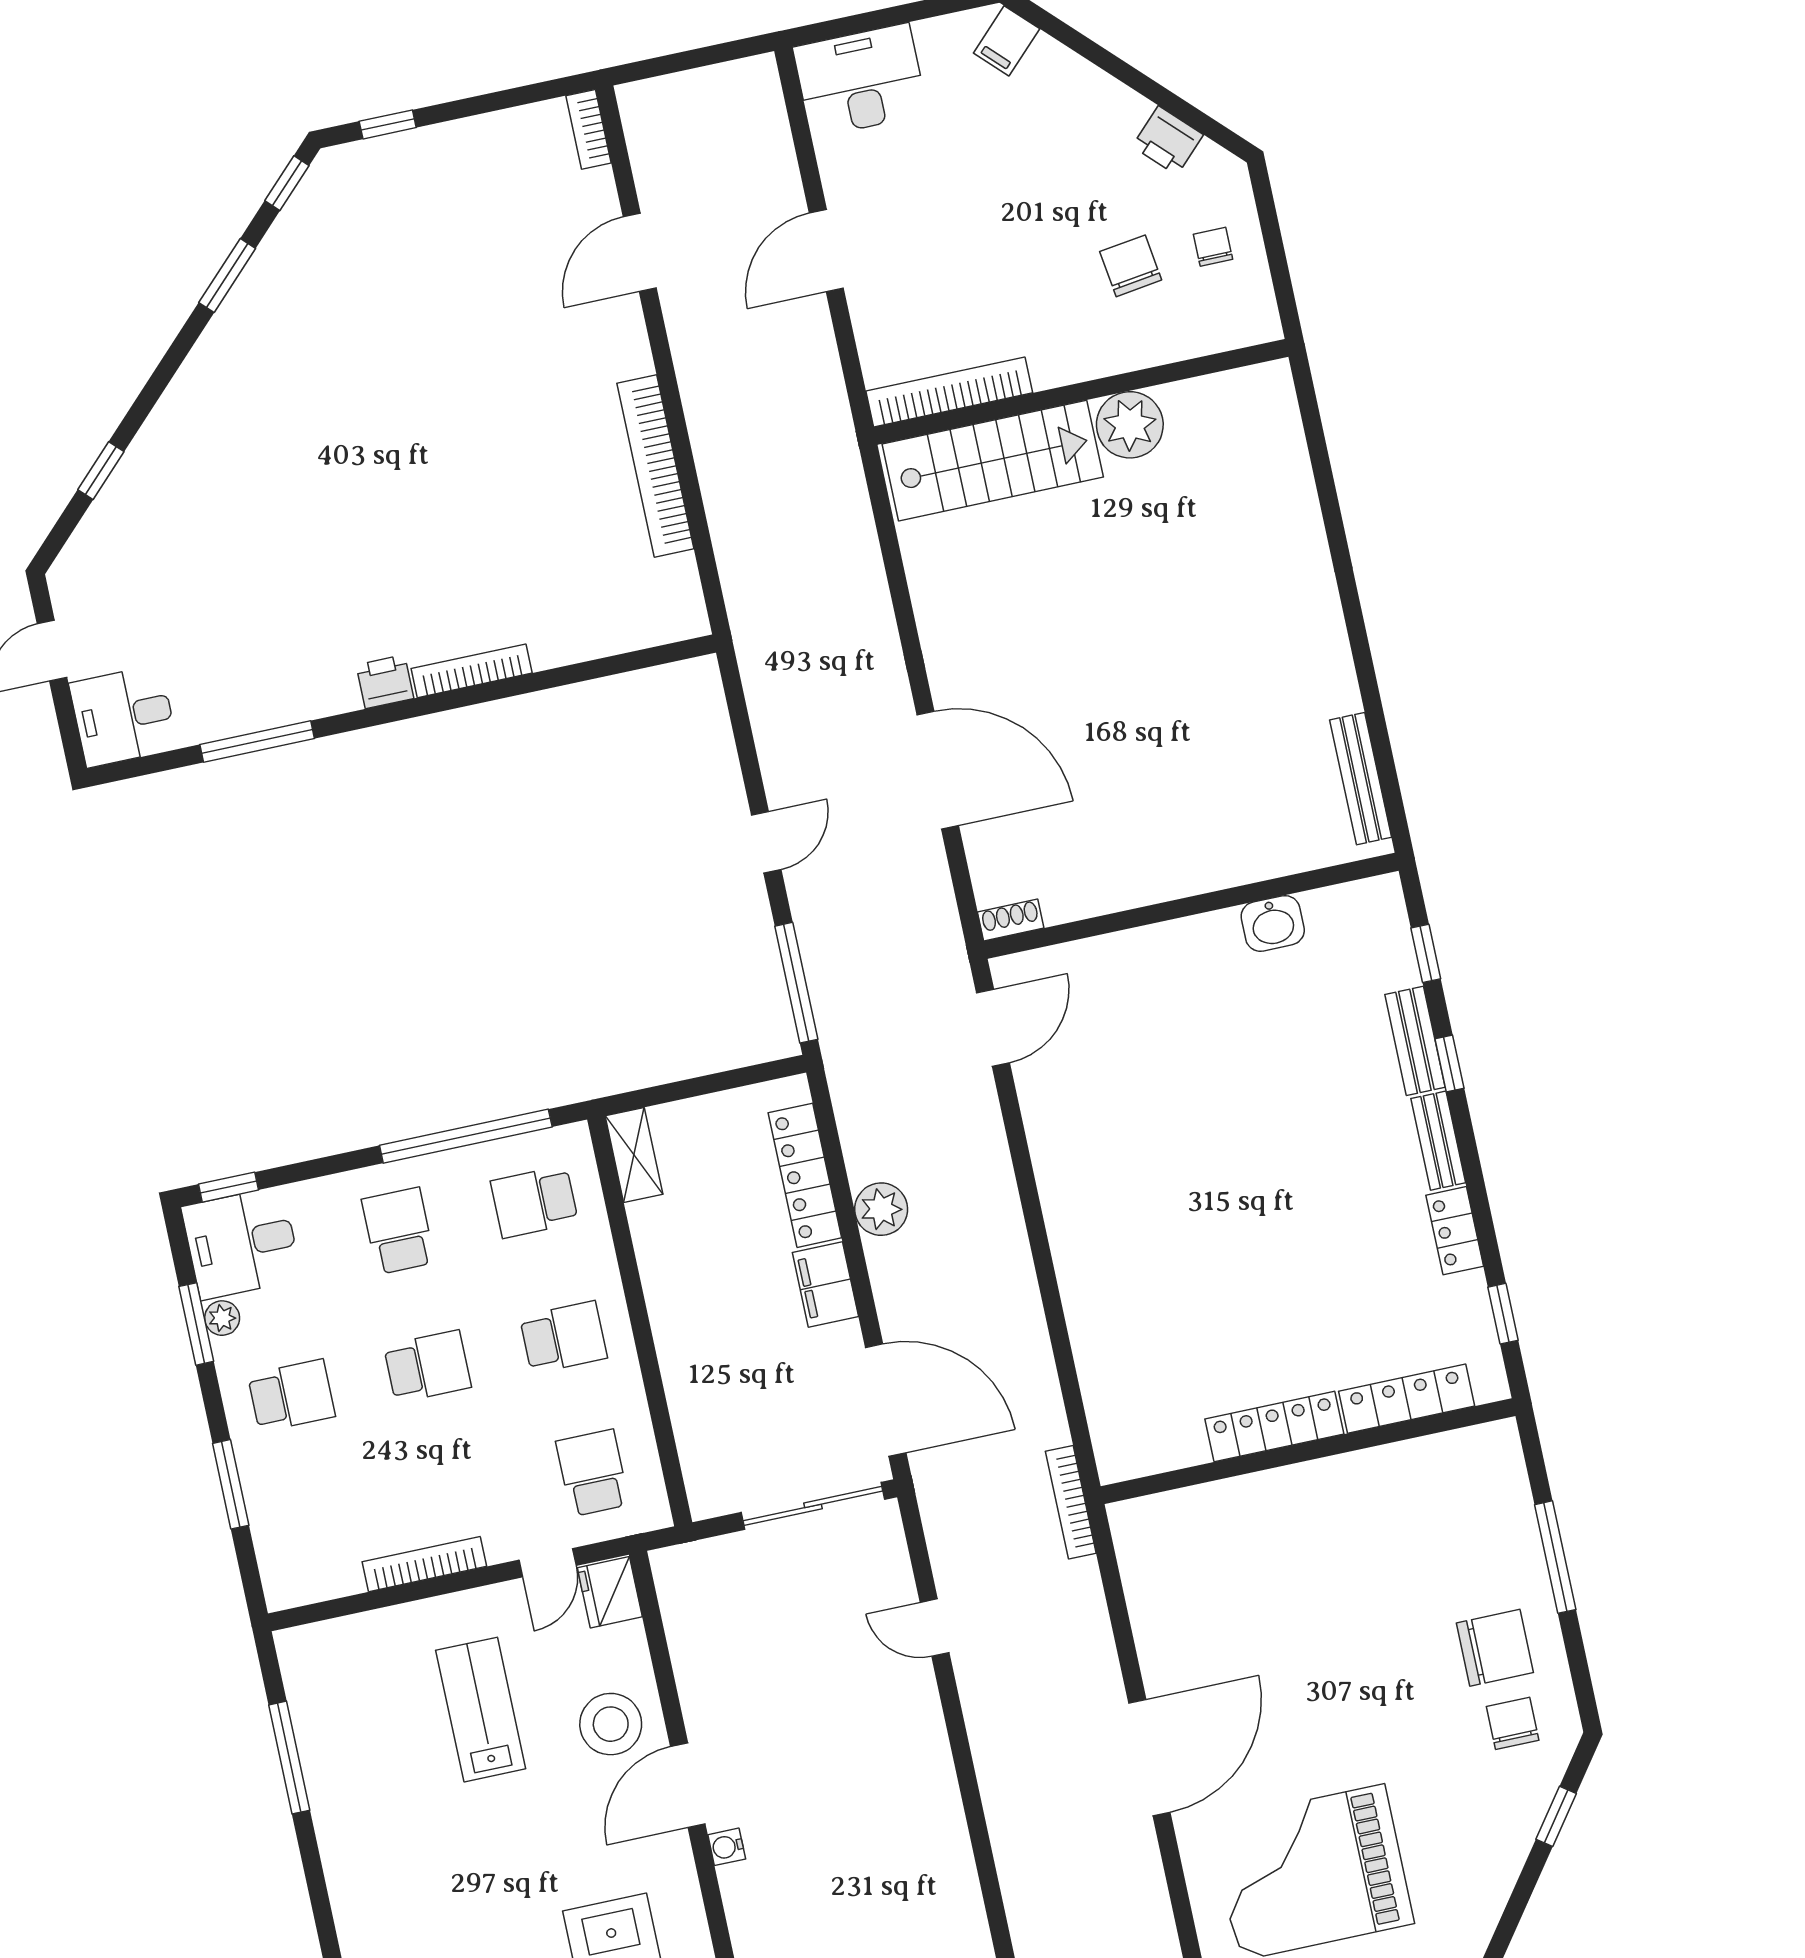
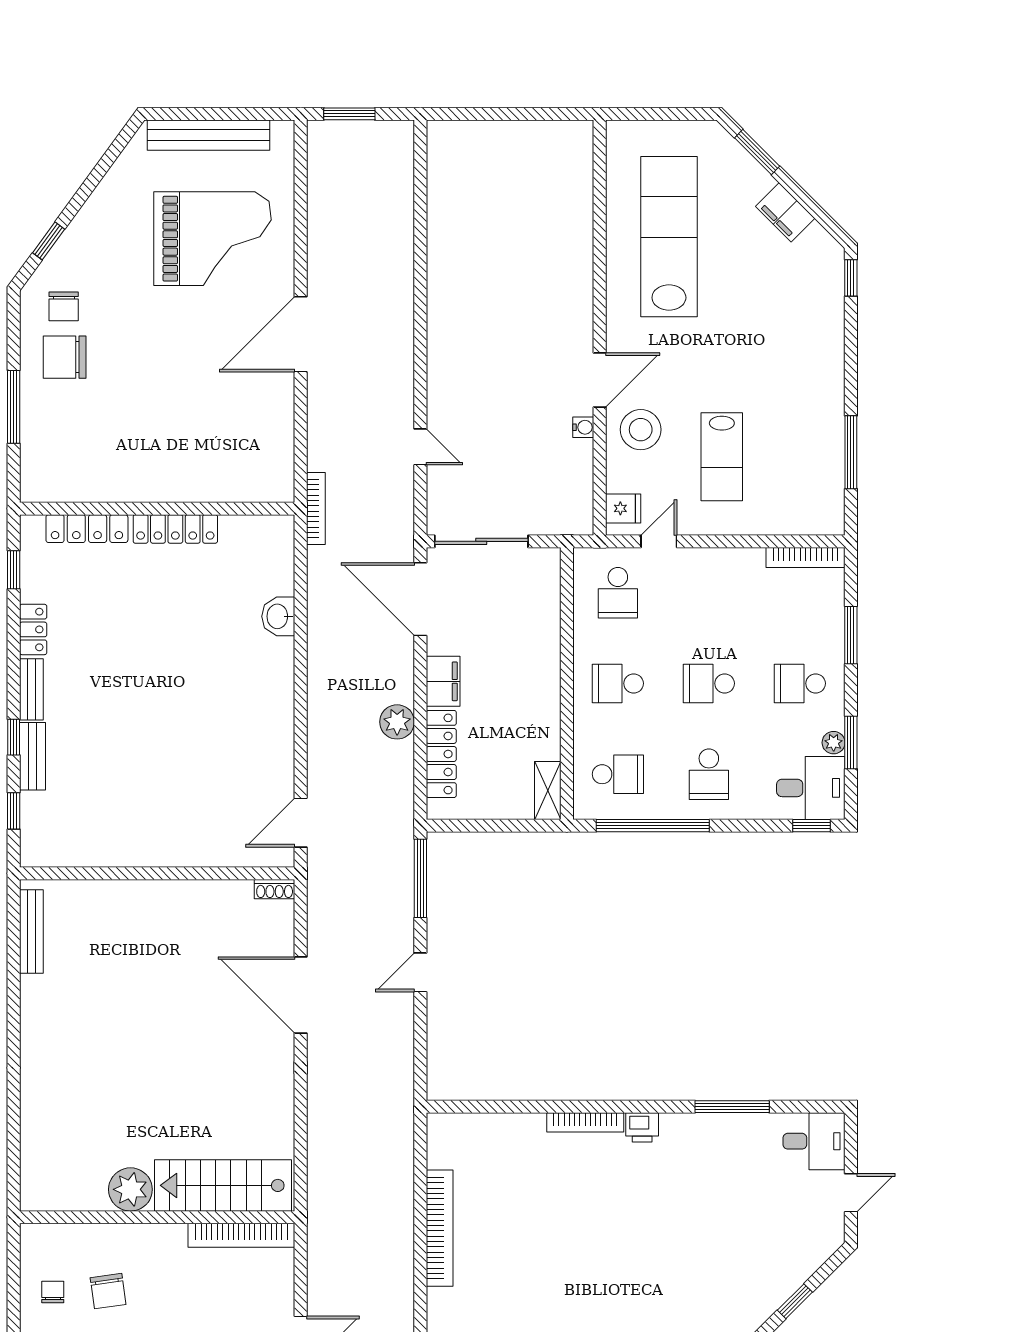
chair: (1213, 247) -> (53, 1292), turned 180
washbasin: (1273, 923) -> (278, 616), moved, turned -90
bookcase: (424, 1564) -> (805, 558), moved
fridge: (610, 1592) -> (623, 508), width x0.72
water cooler: (727, 1847) -> (583, 427), moved

